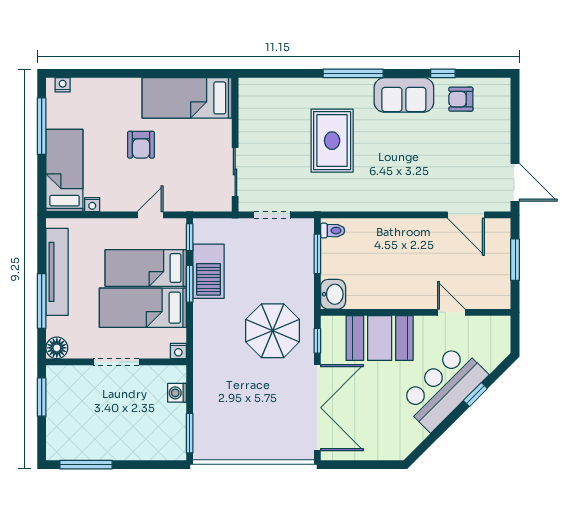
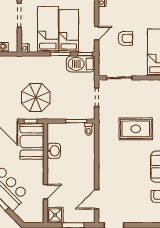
armchair: (141, 145) -> (125, 38), moved, turned 180
door: (150, 215) -> (97, 33), hinge flipped
barbecue: (209, 271) -> (81, 64), moved
washbasin: (333, 294) -> (54, 151), moved, turned -90
shower: (496, 294) -> (55, 215), added
booth: (380, 338) -> (32, 141), moved

